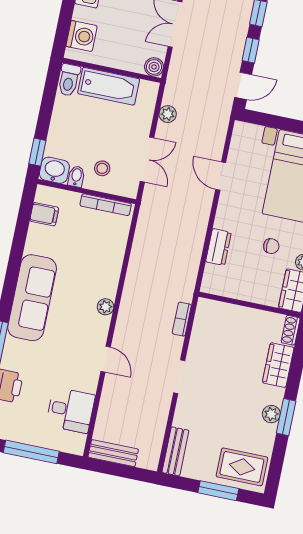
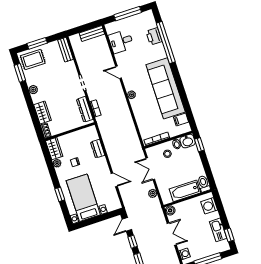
sofa: (32, 298) -> (166, 88), width x1.36, depth x1.27
dresser: (202, 328) -> (85, 109), added
window: (286, 417) -> (20, 73), moved

